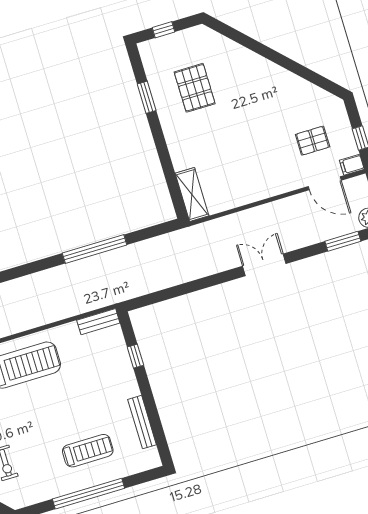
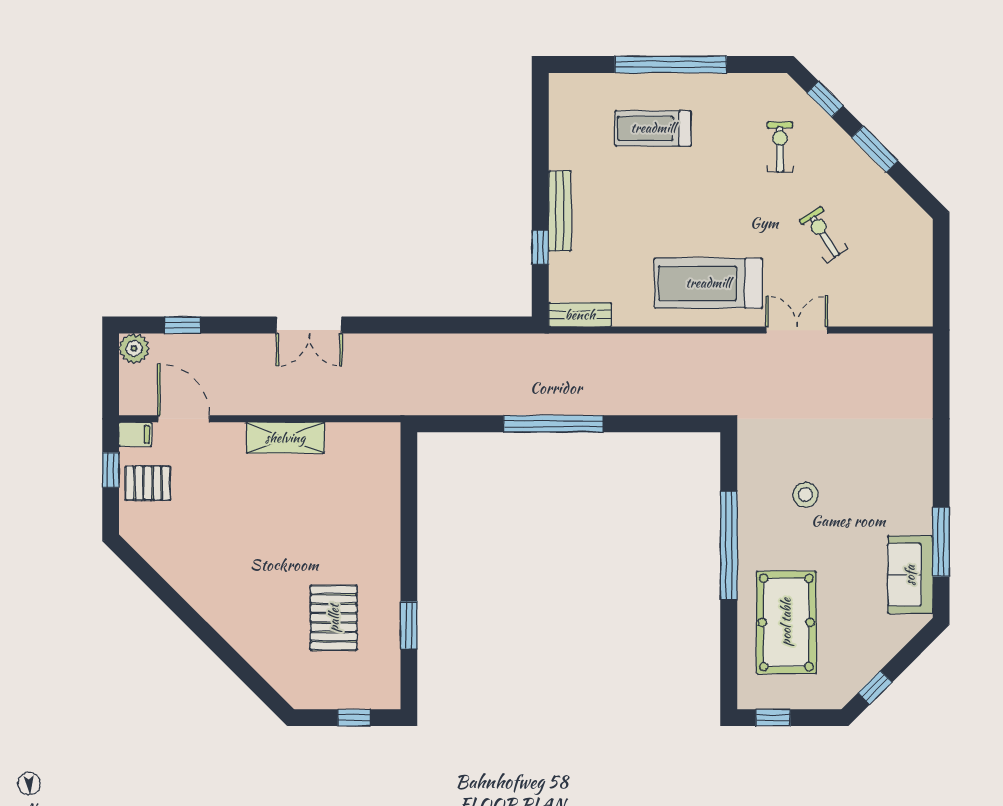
pallet: (313, 141) -> (148, 483), moved
shelving: (192, 195) -> (285, 438), moved, turned 90
window: (343, 241) -> (183, 325), width x0.67
bench: (142, 422) -> (560, 211), moved

